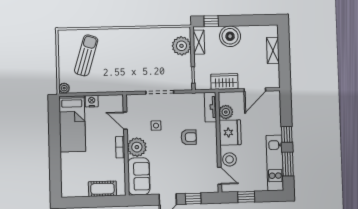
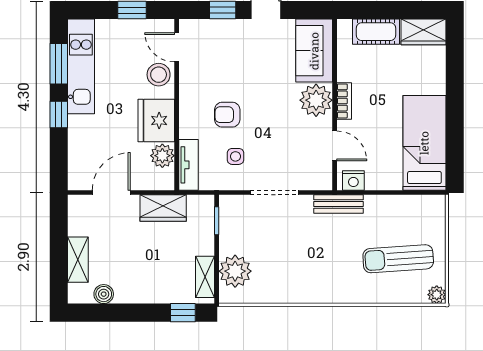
boiler: (230, 36) -> (104, 294), moved, width x0.54, depth x0.54
sun lounger: (86, 55) -> (398, 259), turned 69
bench: (122, 86) -> (338, 204), added
plant: (64, 88) -> (437, 295), moved
nightstand: (92, 101) -> (353, 180), moved
side table: (156, 126) -> (235, 156), moved
wardrobe: (74, 189) -> (423, 32), added

